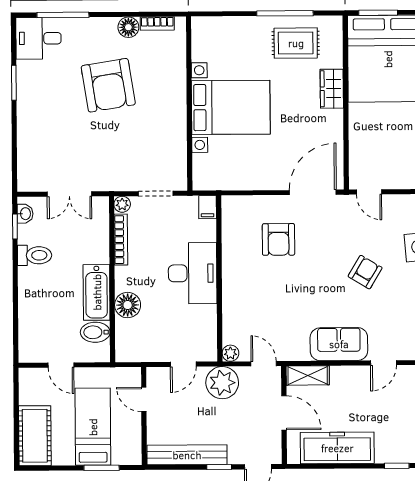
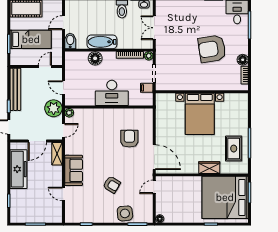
filing cabinet: (208, 207) -> (147, 88), moved
armchair: (278, 239) -> (129, 139), turned 90
bidet: (95, 332) -> (70, 41), moved

